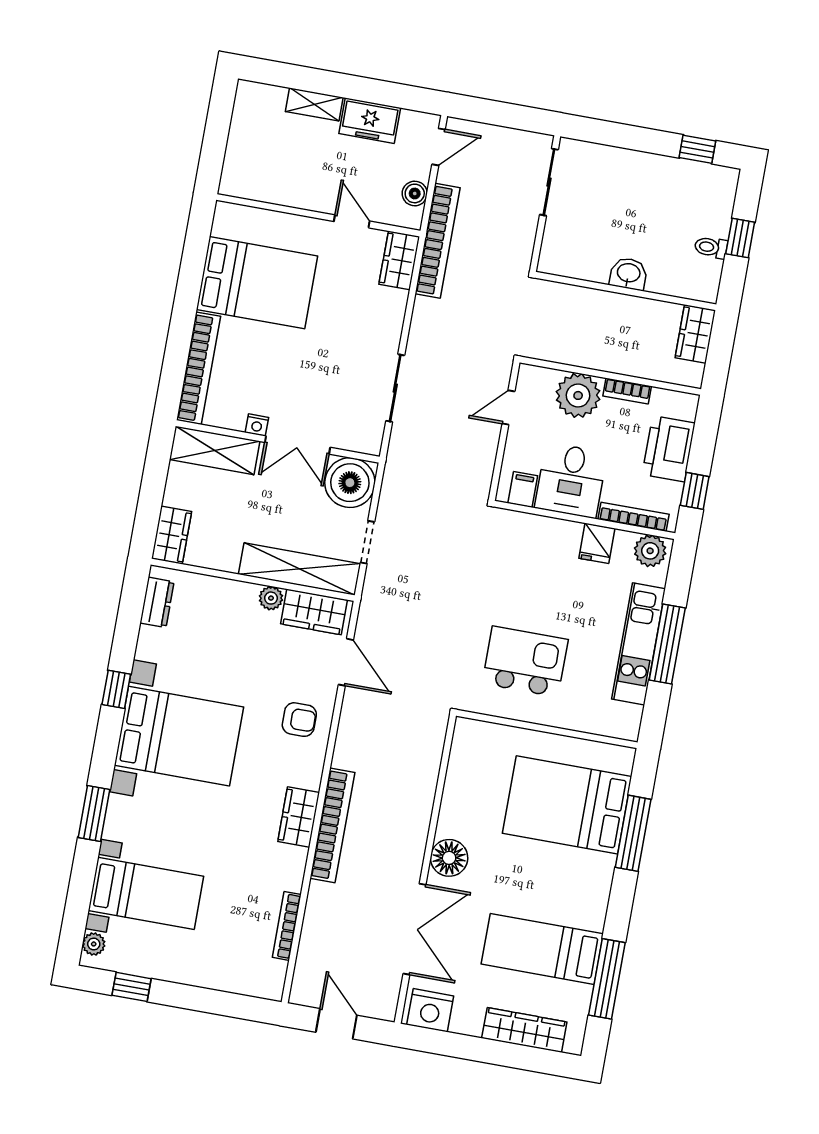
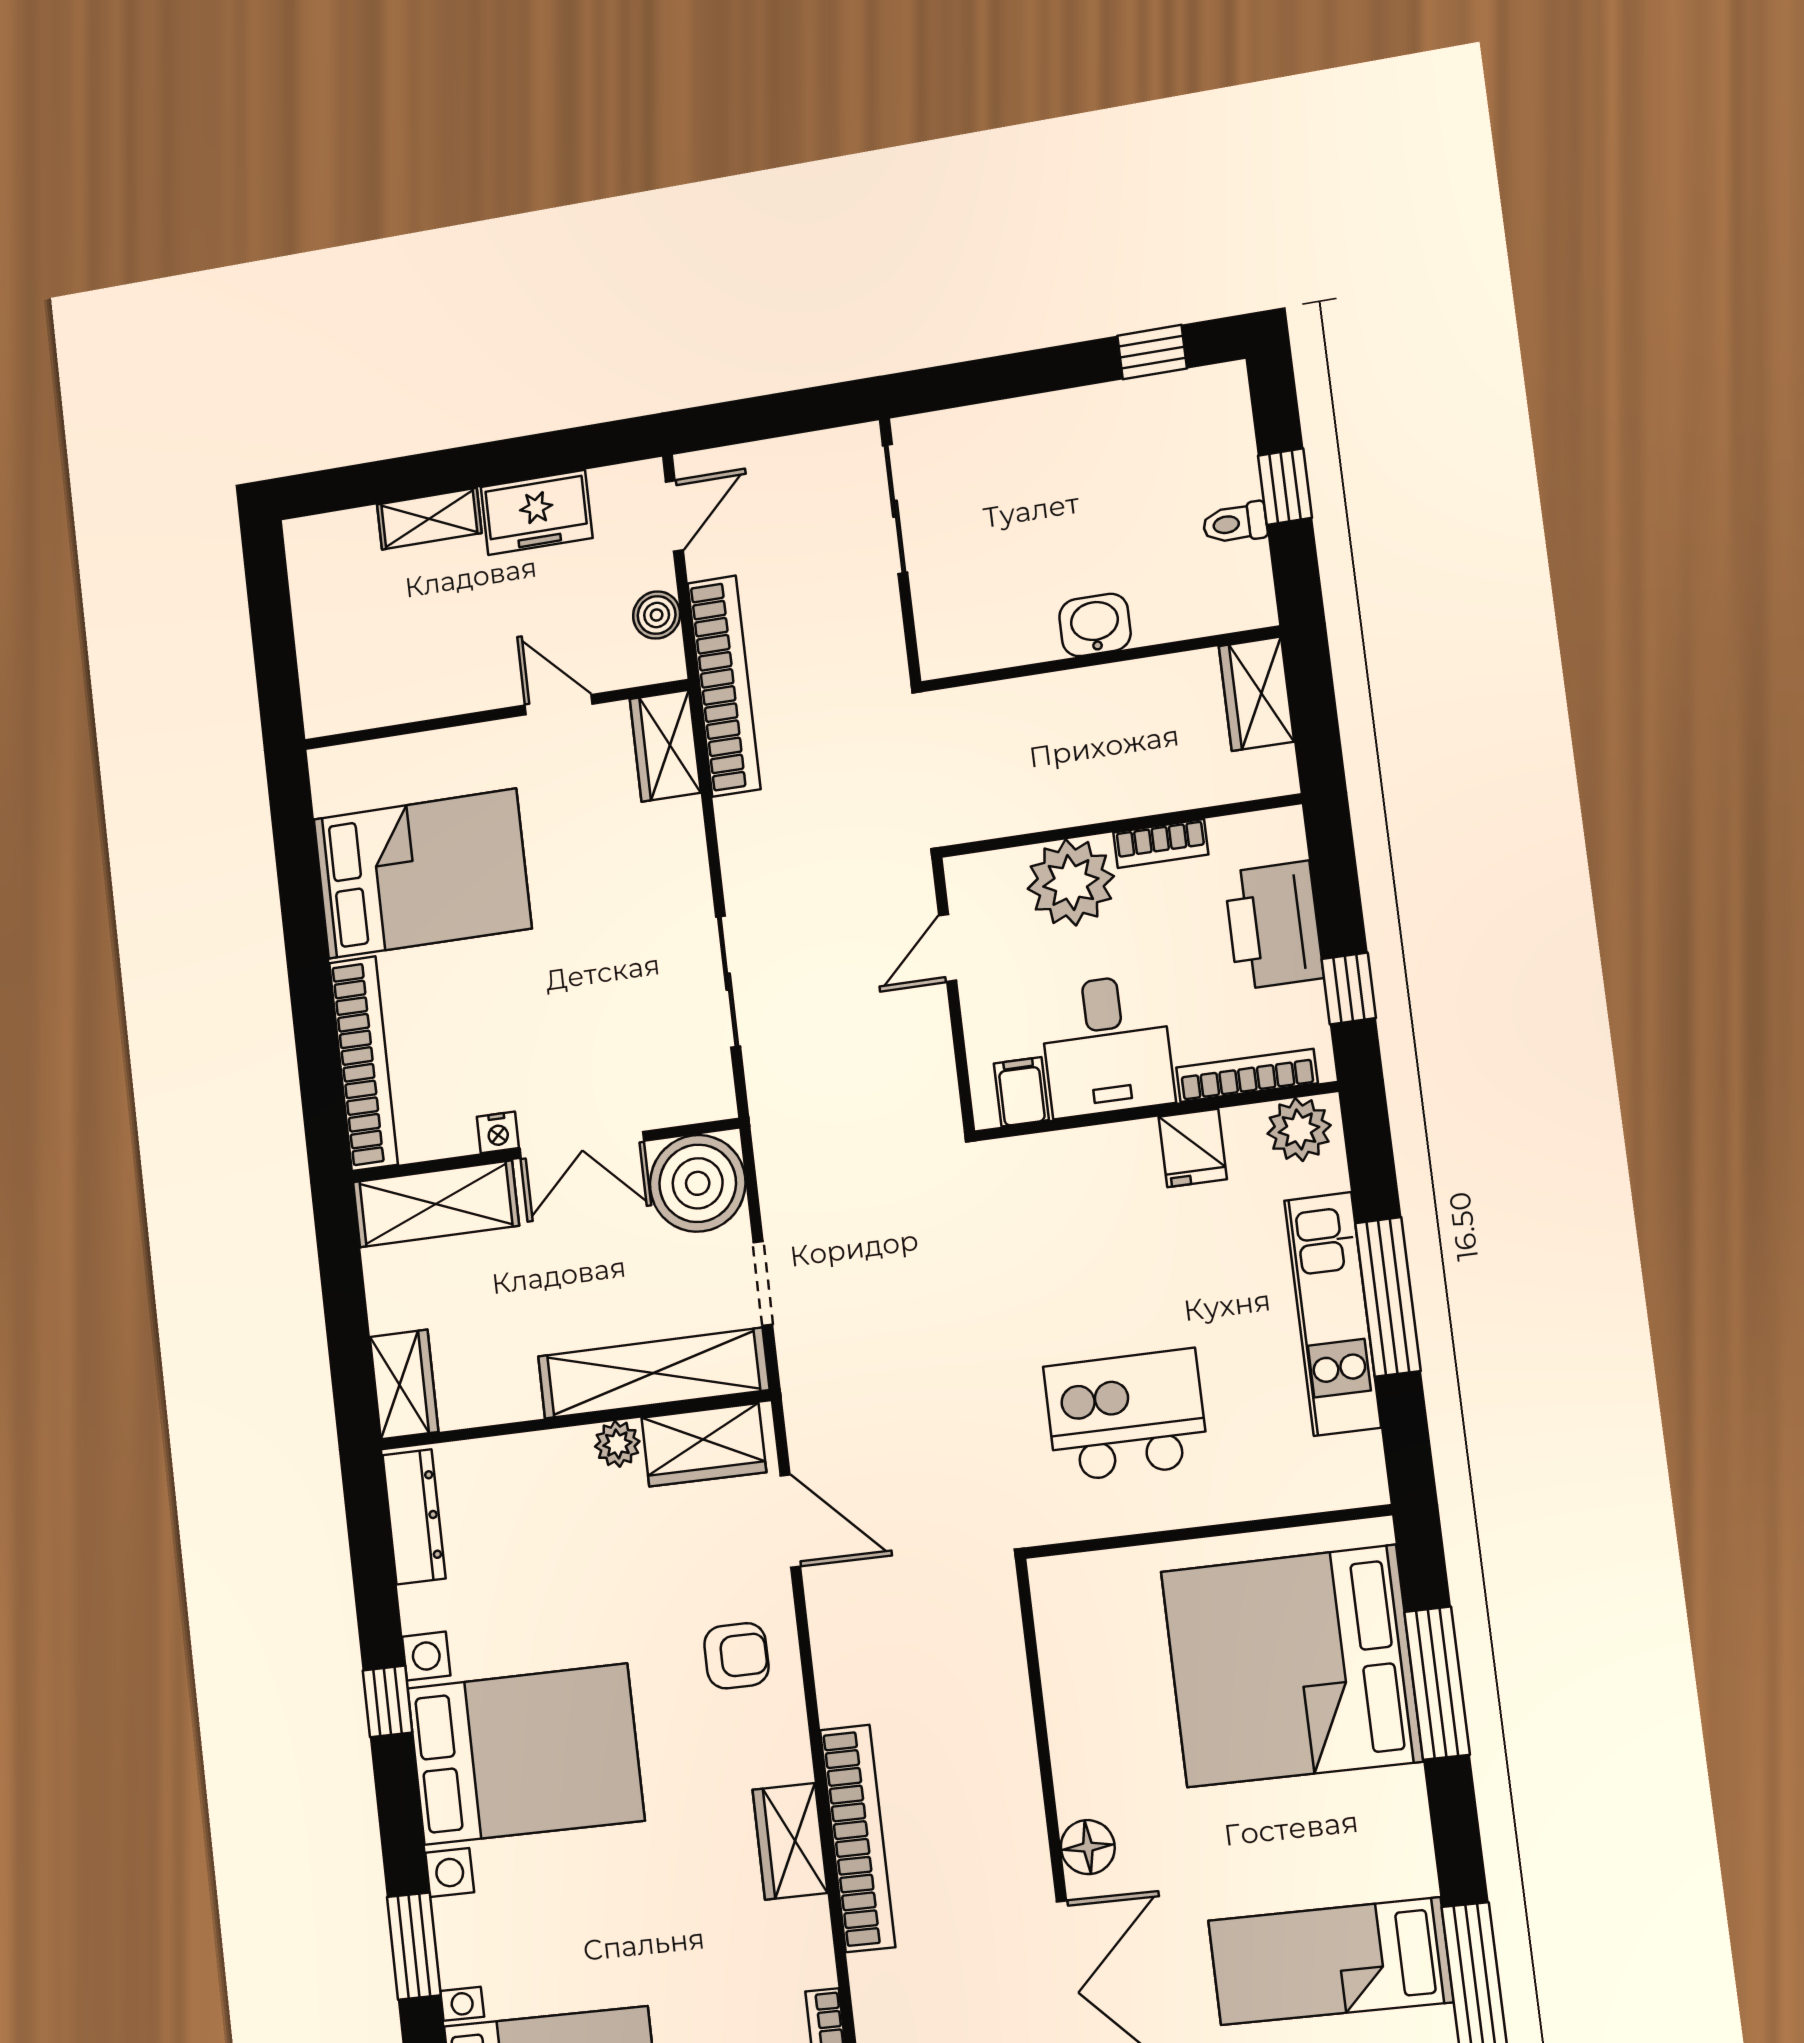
dresser: (157, 602) -> (414, 1517), width x1.44
bed: (567, 805) -> (1291, 1666), width x1.36
floor lamp: (449, 858) -> (1088, 1847), width x0.73, depth x0.73

